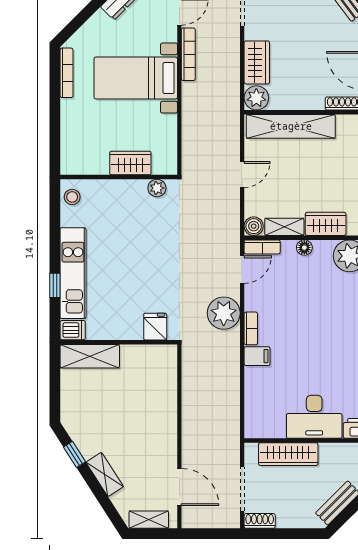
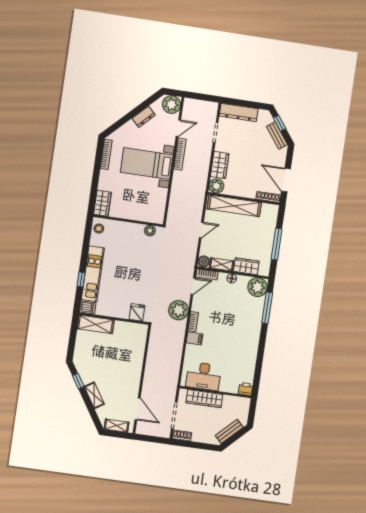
wardrobe: (130, 163) -> (102, 203), moved, turned 90
desk: (314, 417) -> (204, 376), moved

